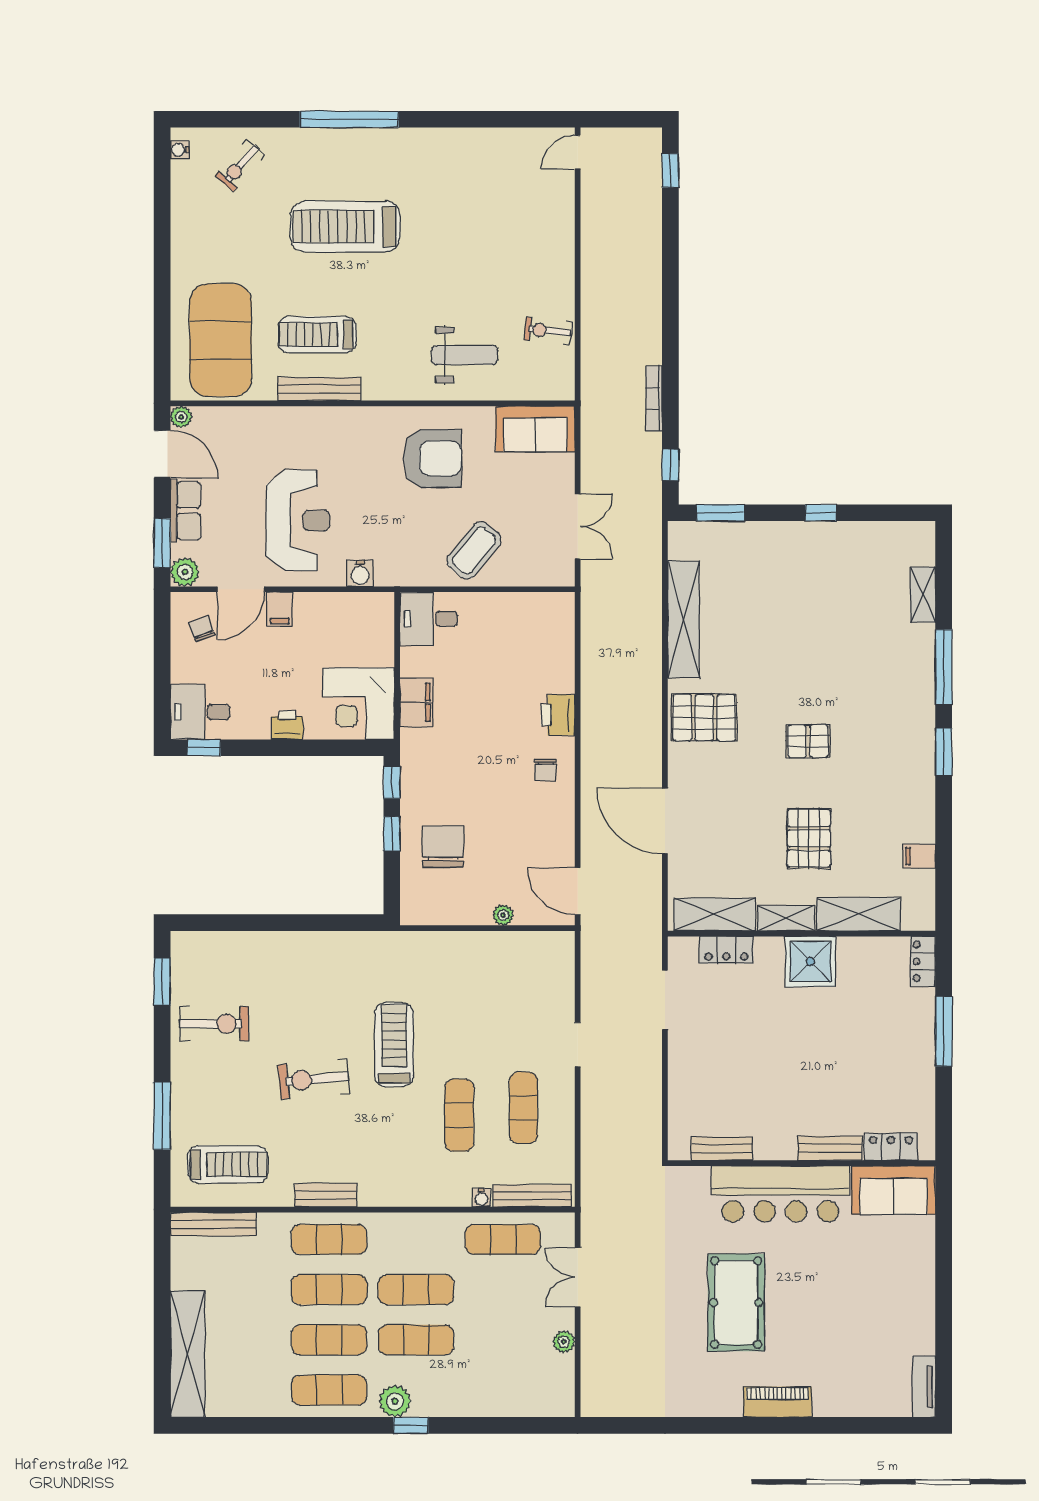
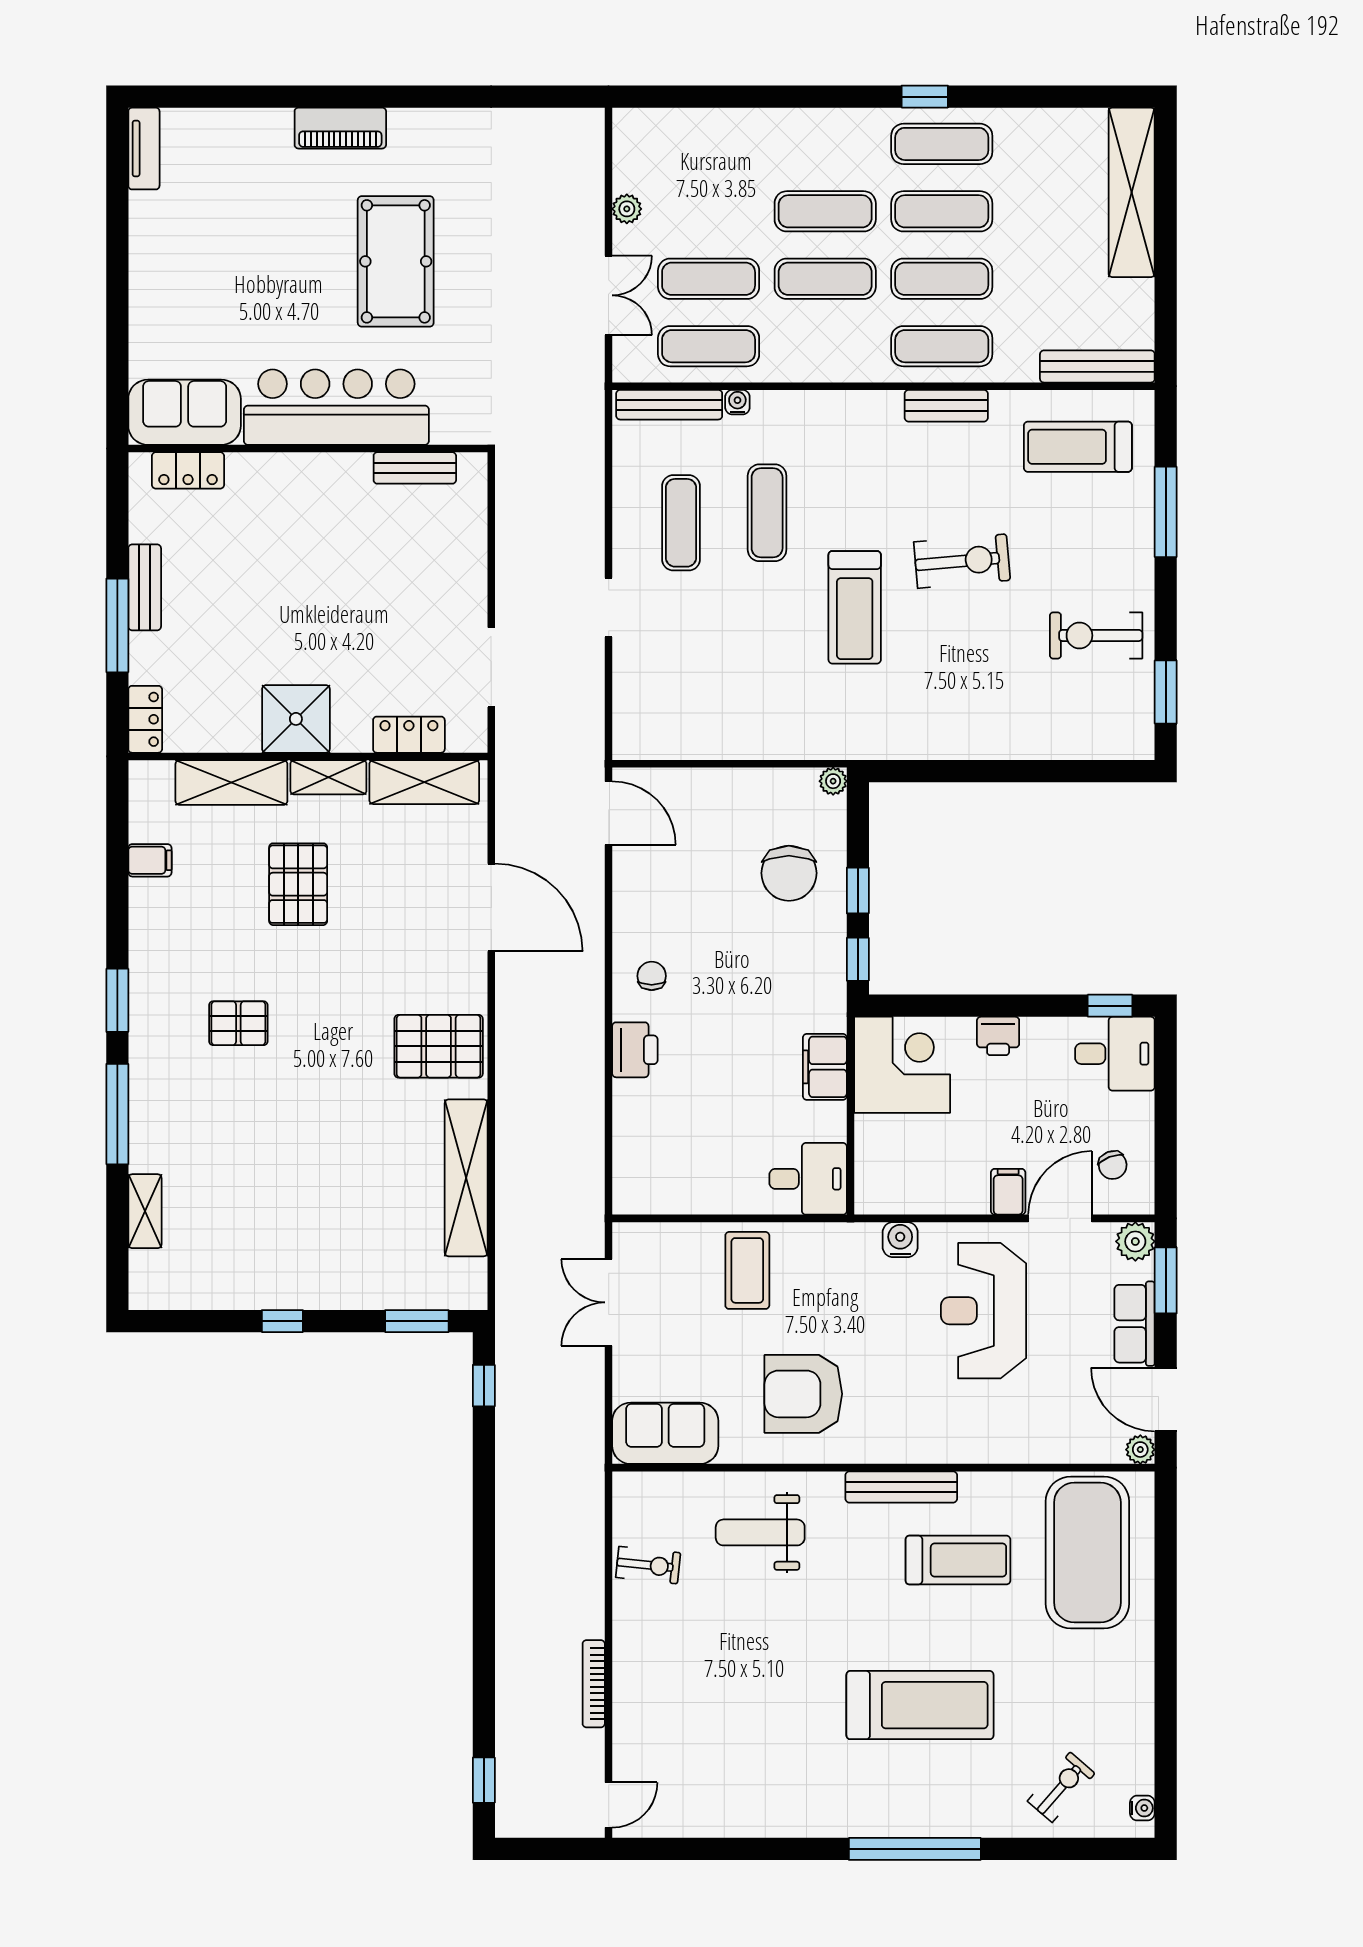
bench: (319, 389) -> (901, 1487), moved
bookcase: (654, 399) -> (594, 1684), moved, turned 180
coffee table: (474, 550) -> (747, 1270), turned -39
pallet: (808, 741) -> (238, 1023), moved
plant: (503, 915) -> (833, 781), moved
bench: (830, 1148) -> (145, 587), moved, turned 90
exercise mat: (503, 1290) -> (709, 279), added
plant: (395, 1401) -> (854, 129), removed
window: (411, 1425) -> (925, 97), moved

